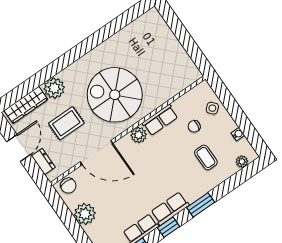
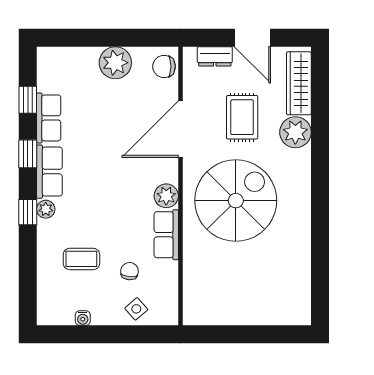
plant: (242, 162) -> (46, 209), moved
window: (201, 205) -> (28, 212), width x0.67

